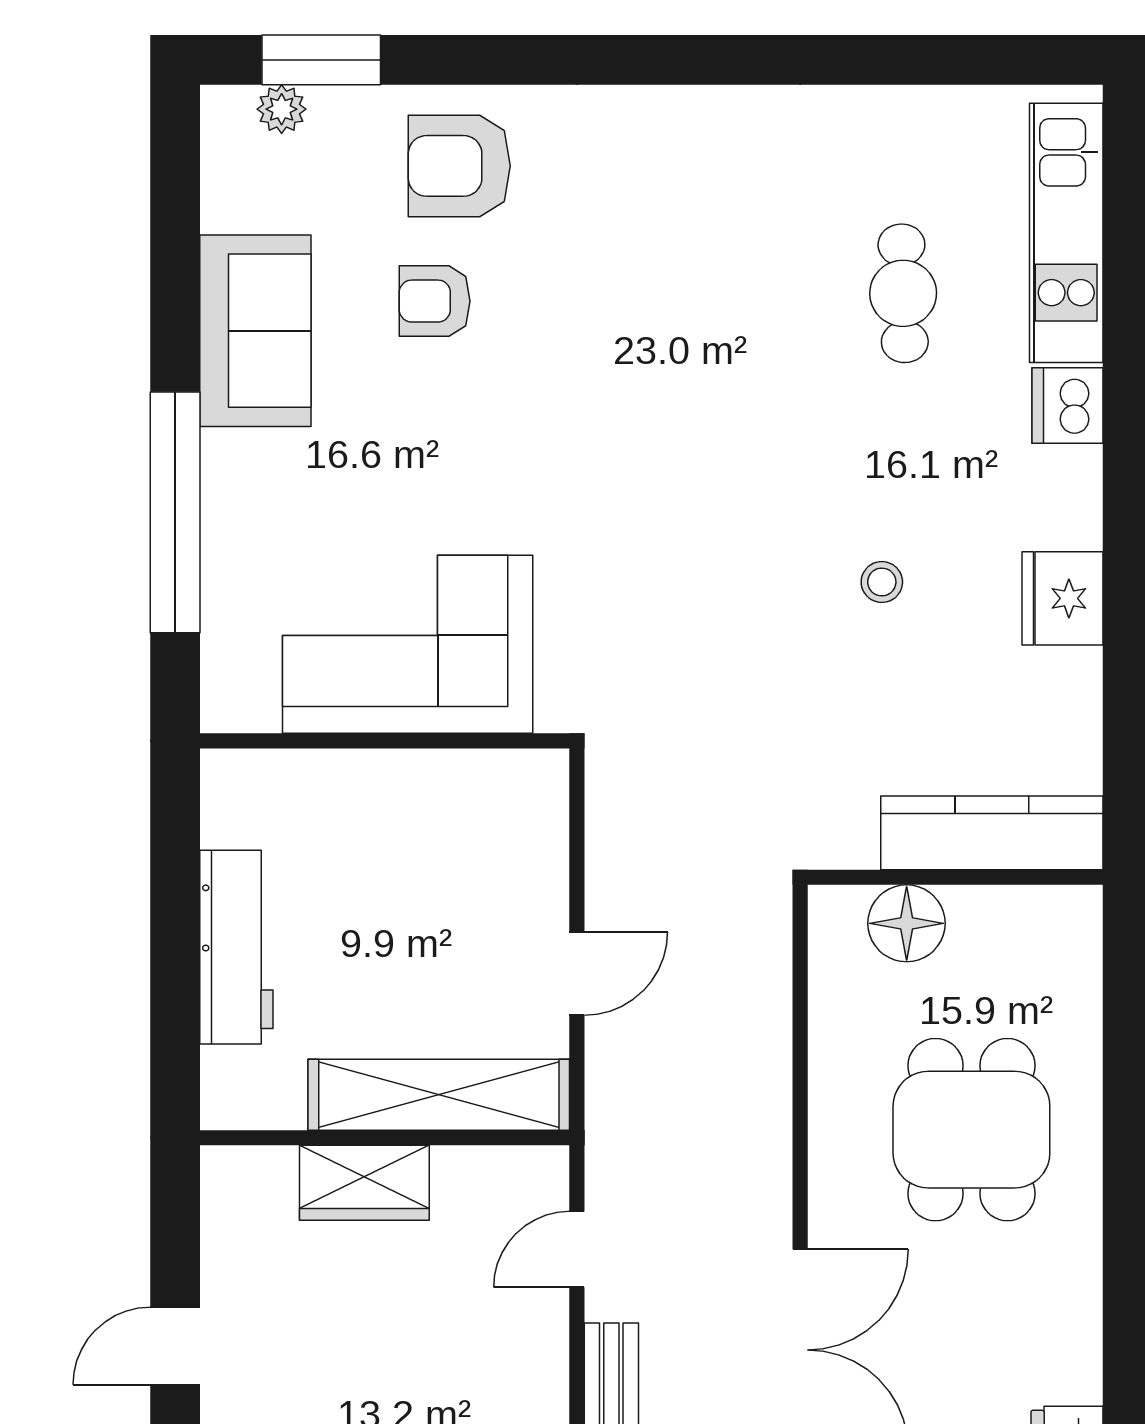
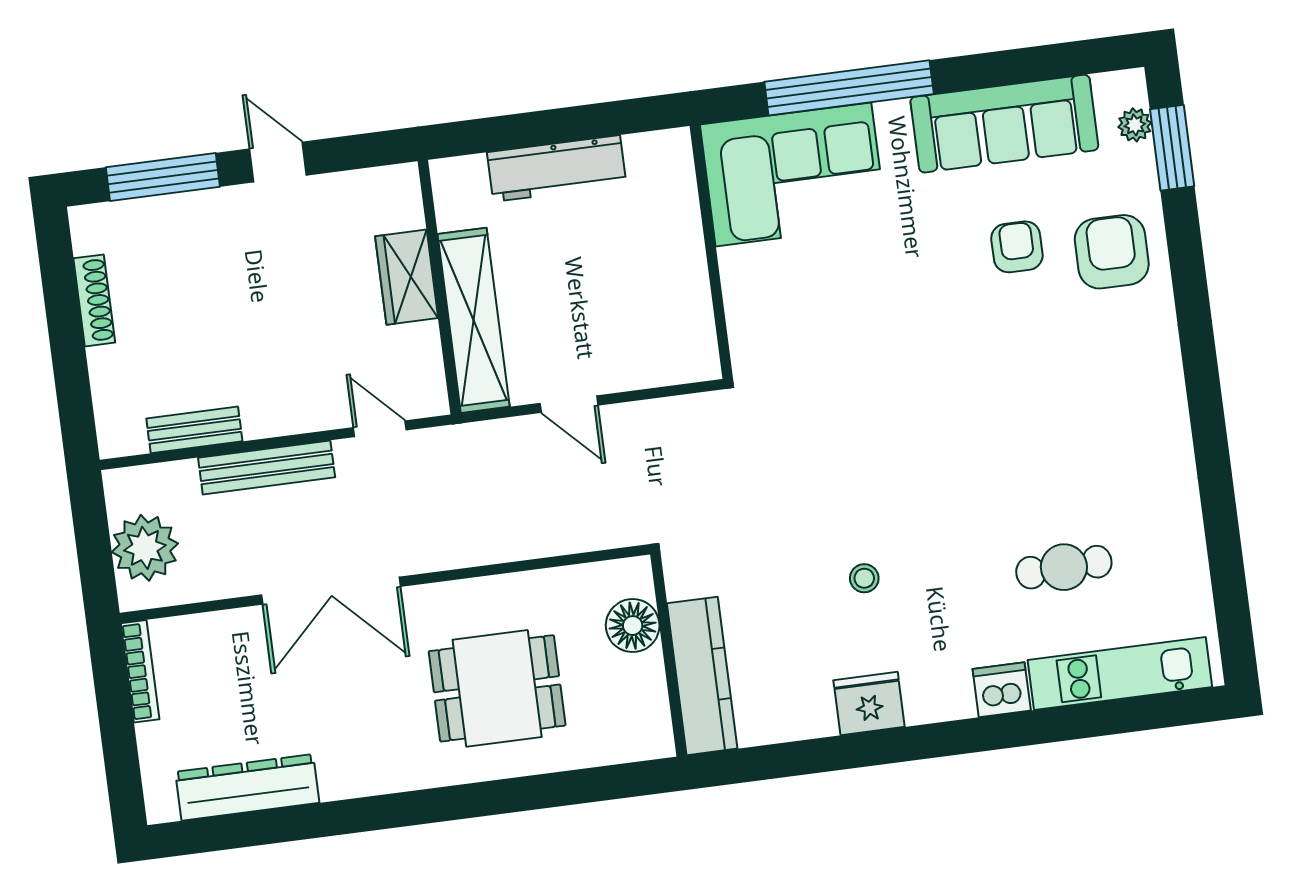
sofa: (255, 331) -> (1004, 124), width x1.36
corner sofa: (408, 644) -> (793, 174), moved, turned 90

